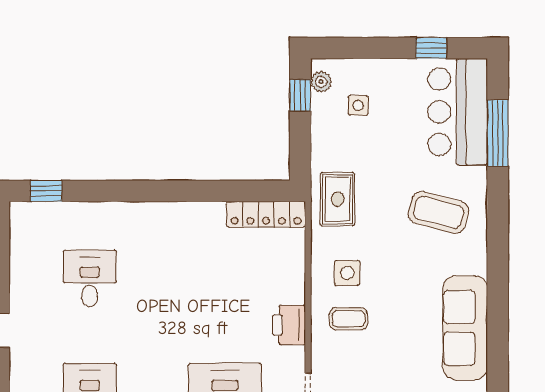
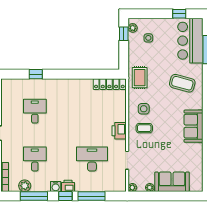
window: (46, 191) -> (36, 74), moved
sofa: (465, 328) -> (194, 126), width x0.73

